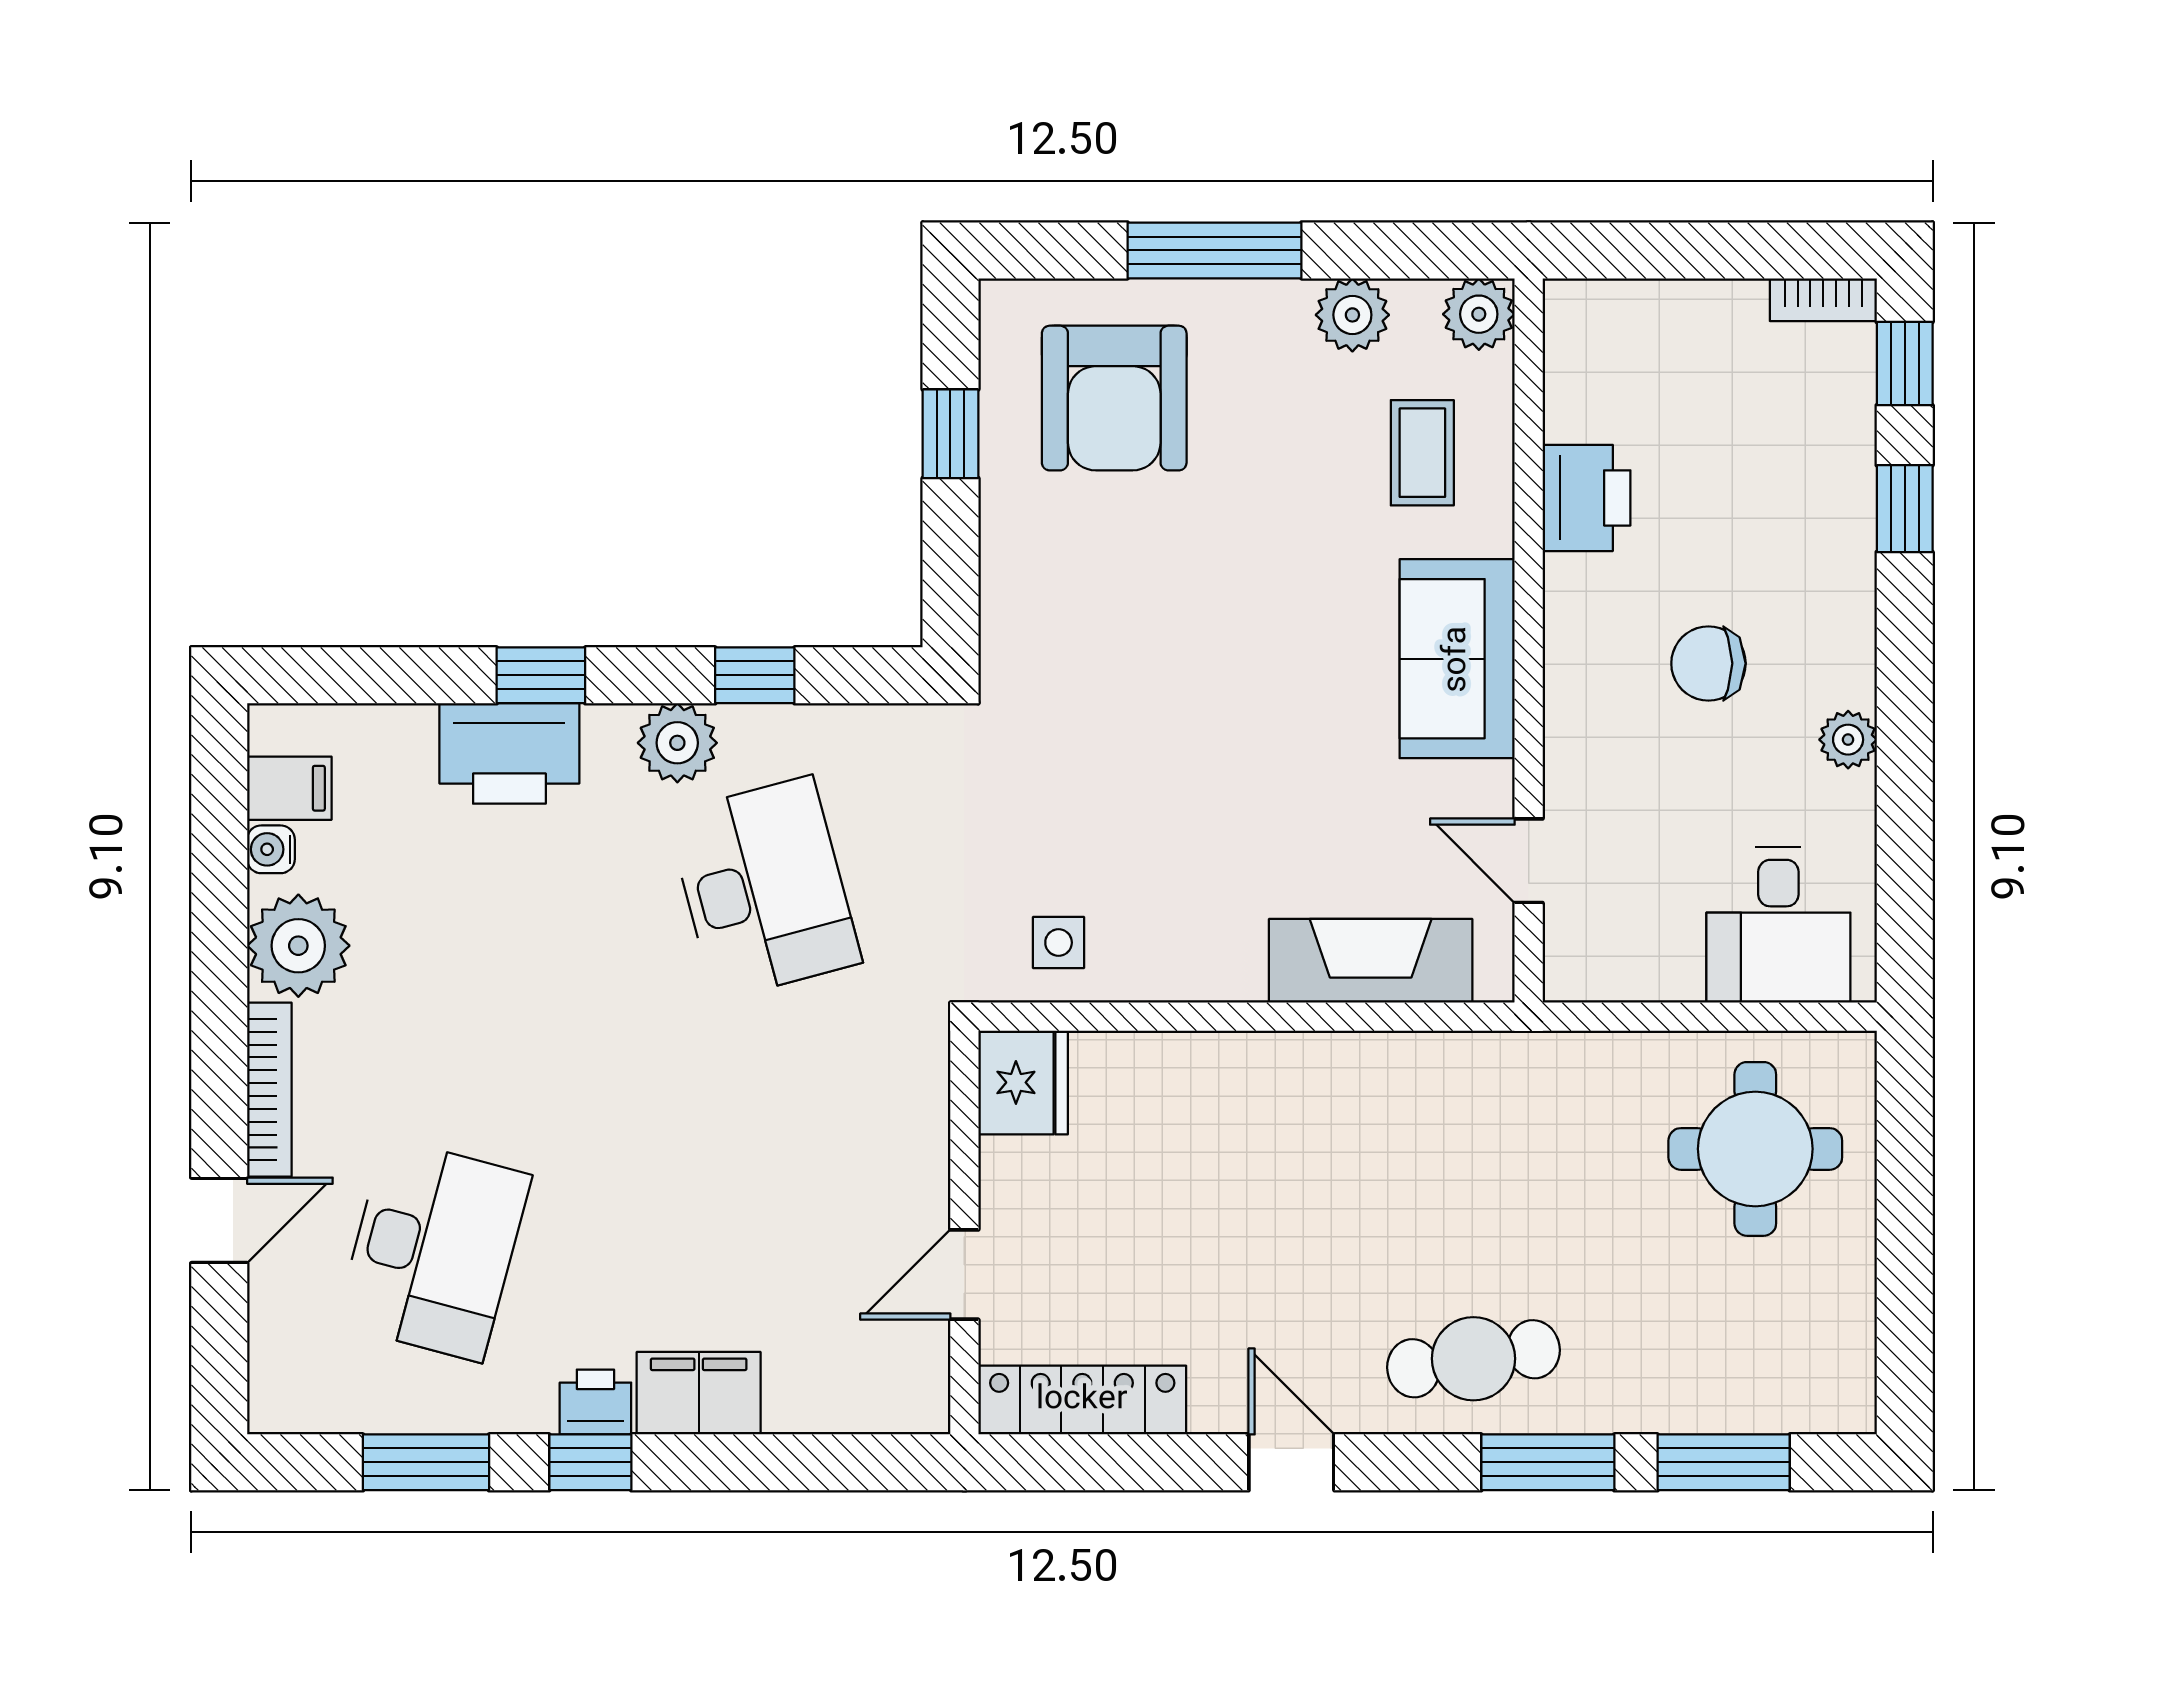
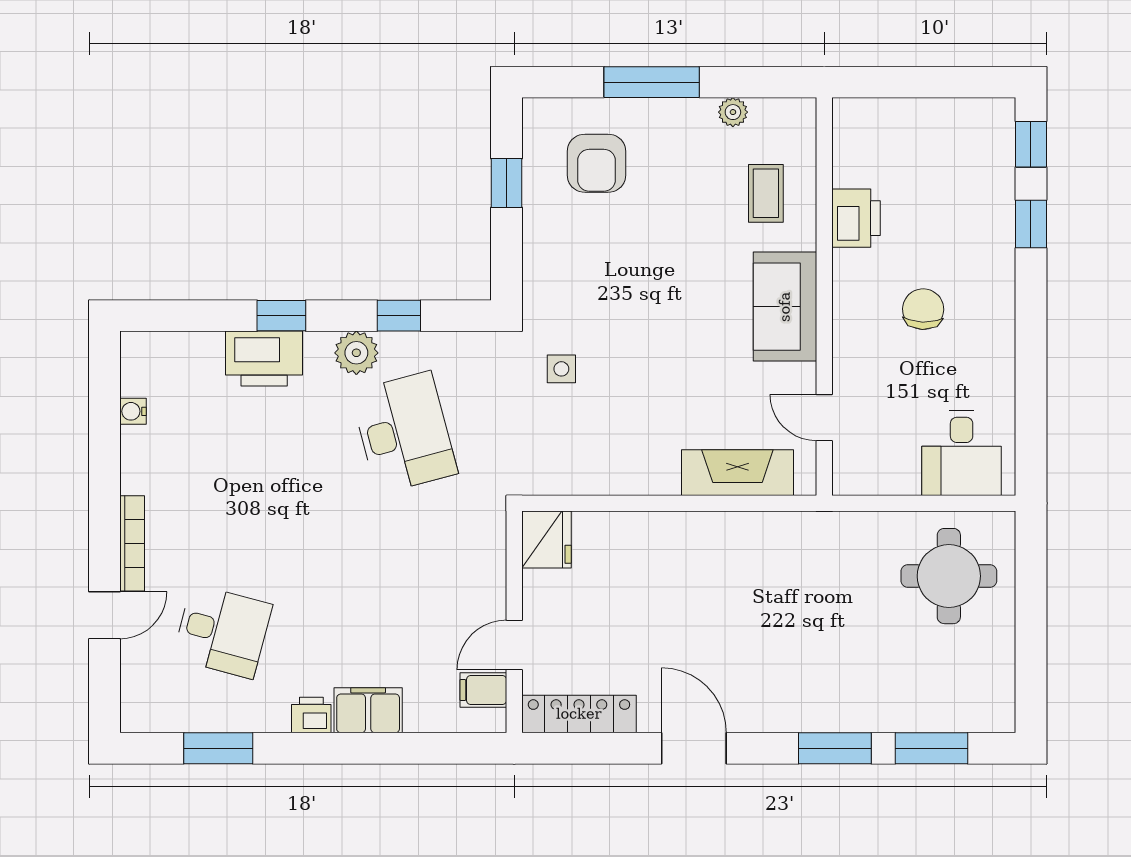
bookcase: (1823, 300) -> (986, 109), removed
plant: (1479, 314) -> (797, 117), removed
plant: (1352, 315) -> (733, 112), width x0.73, depth x0.73
armchair: (1114, 398) -> (597, 163), width x0.73, depth x0.73
chair: (1708, 663) -> (923, 309), turned 92
plant: (1848, 740) -> (1000, 351), removed
filing cabinet: (289, 788) -> (483, 690), moved, turned 180
side table: (1059, 943) -> (561, 369), moved
plant: (298, 946) -> (148, 464), removed
desk: (434, 1249) -> (222, 631), width x0.73
cafe table: (1473, 1359) -> (794, 691), removed
window: (590, 1462) -> (309, 748), removed
door: (1291, 1462) -> (694, 748), width x1.38

